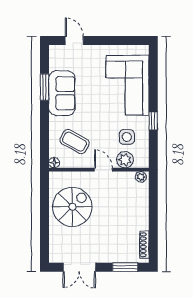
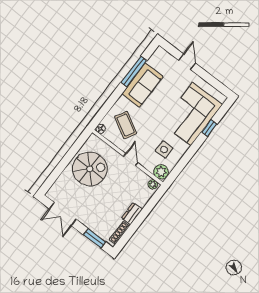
door: (74, 41) -> (187, 62), moved
window: (44, 87) -> (134, 72), width x1.44
window: (153, 121) -> (209, 128), moved
plant: (125, 160) -> (161, 172), moved
dresser: (142, 218) -> (132, 214), added

